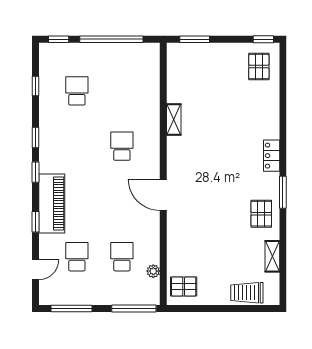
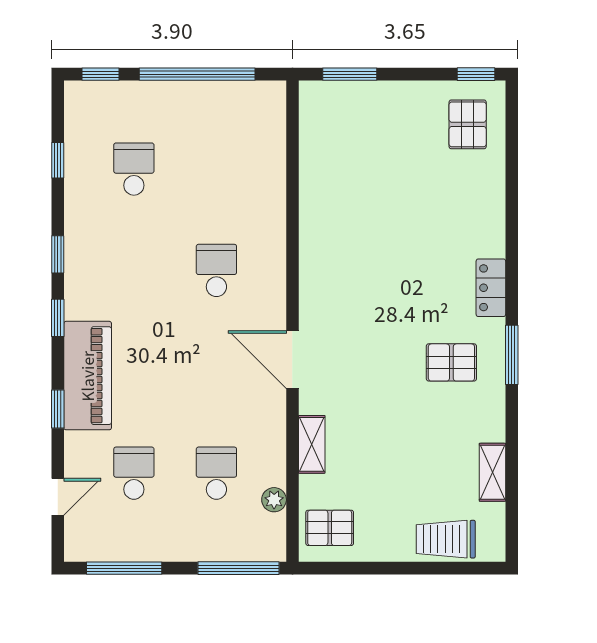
shelving: (174, 119) -> (312, 444), moved
pallet: (261, 214) -> (451, 362), moved, turned 90

